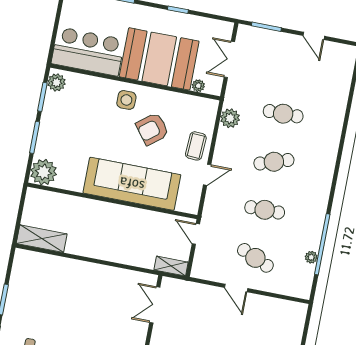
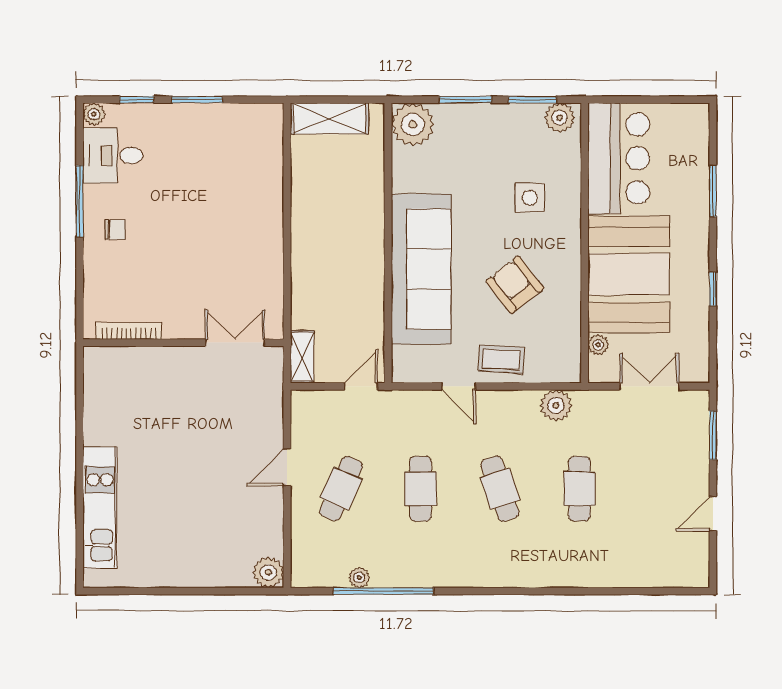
side table: (126, 100) -> (530, 198), moved
shelving: (42, 239) -> (329, 119), moved, turned 90
plant: (298, 312) -> (268, 572), added

